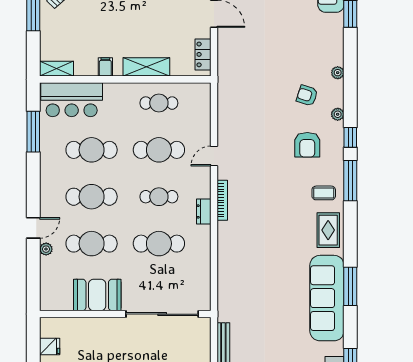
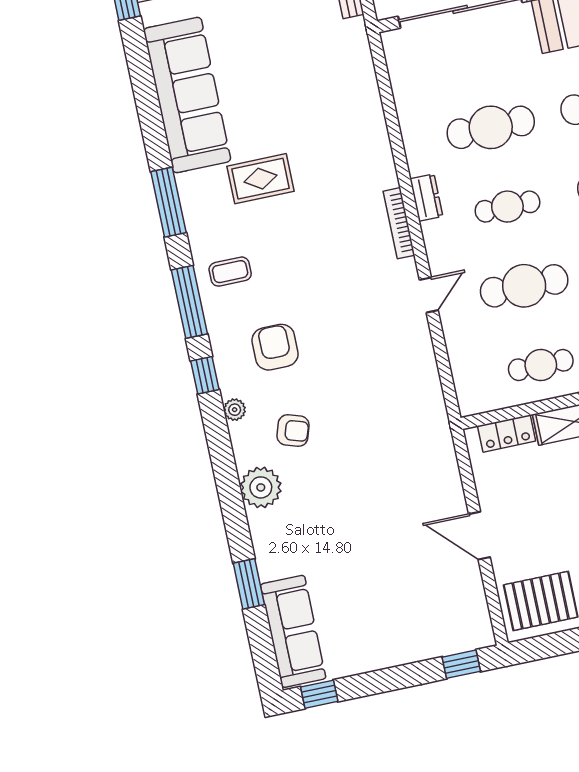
locker: (203, 54) -> (507, 433), moved, turned 90
plant: (338, 73) -> (261, 487), width x1.87, depth x1.87
rug: (328, 230) -> (260, 179), moved, turned 90
window: (350, 286) -> (168, 202), moved

